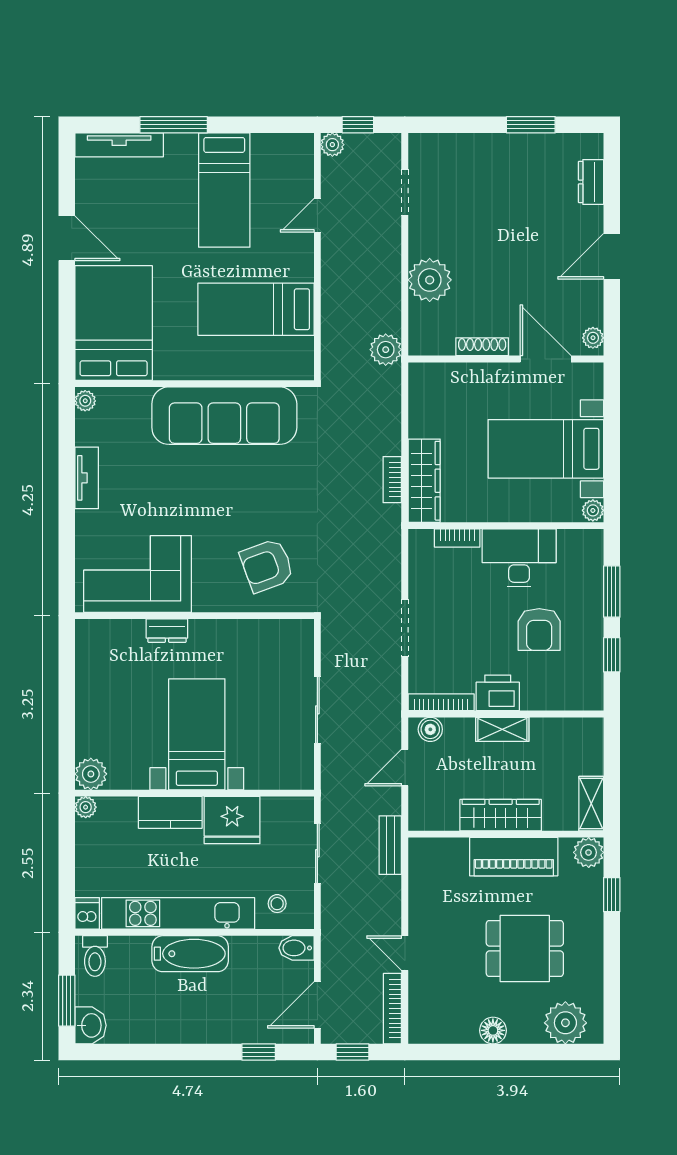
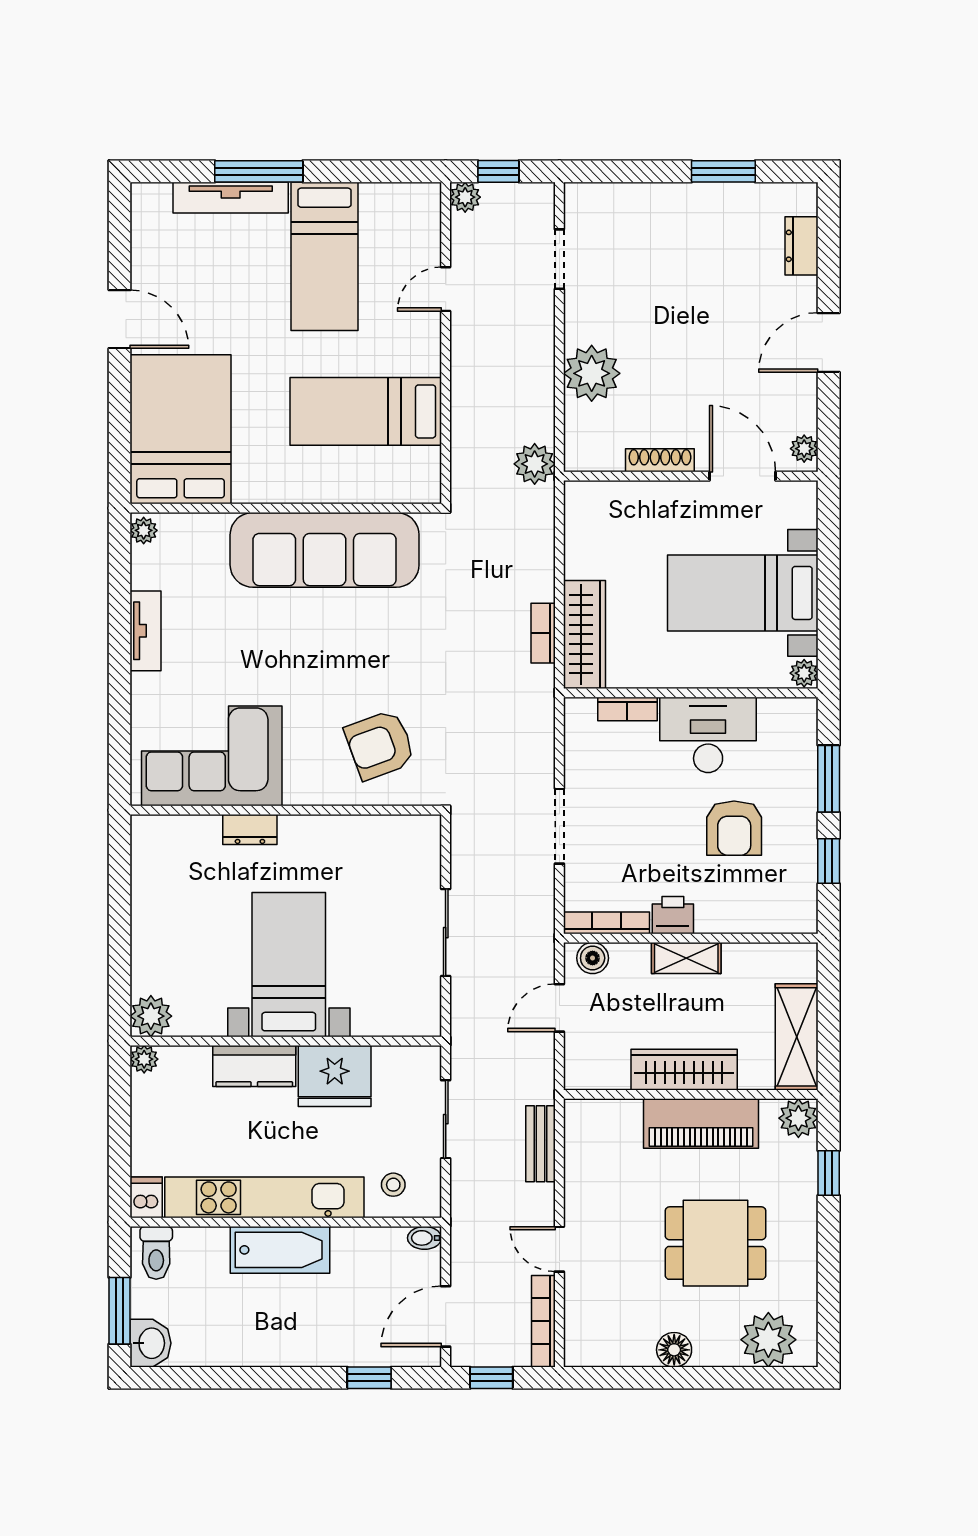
tv unit: (119, 145) -> (231, 198), moved
printer: (498, 693) -> (673, 915), width x0.73, depth x0.81
shelving: (591, 804) -> (797, 1037), width x1.50, depth x1.33
bench: (390, 845) -> (540, 1144), moved
bidet: (296, 948) -> (424, 1238), width x0.72, depth x0.74

